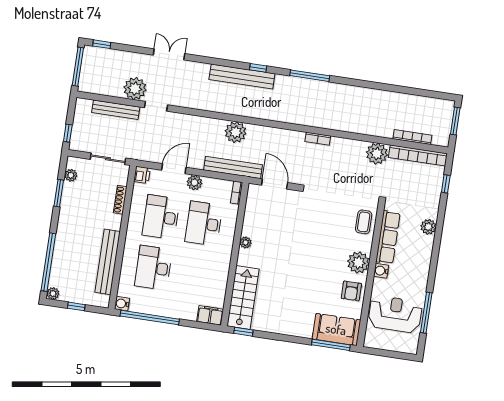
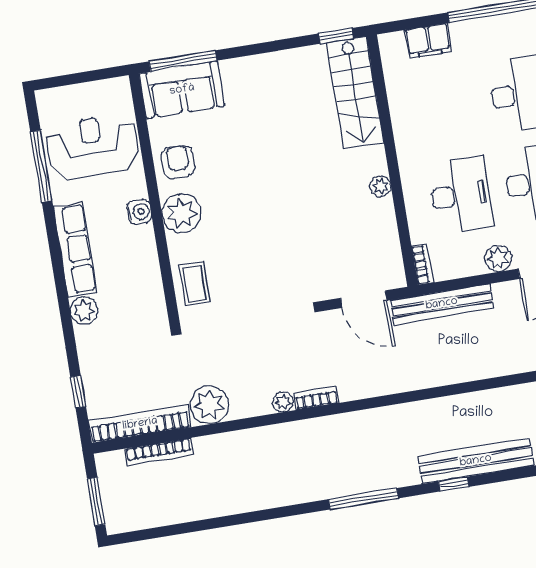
plant: (236, 132) -> (283, 402), moved, width x0.53, depth x0.53
row of seats: (388, 237) -> (75, 250), moved, turned 180
reception desk: (395, 314) -> (92, 147), turned 180
filing cabinet: (210, 315) -> (428, 41), moved

